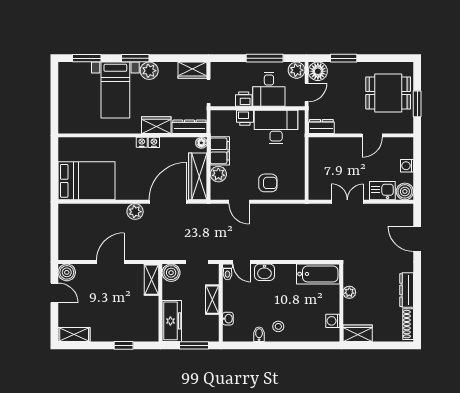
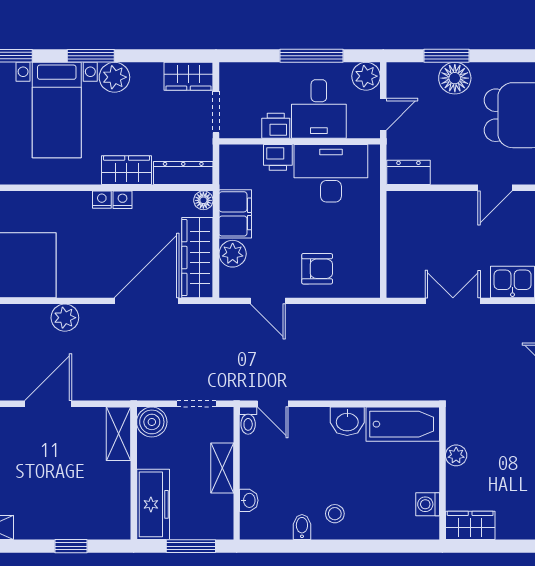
floor lamp: (318, 71) -> (455, 78), moved
plant: (135, 212) -> (65, 318), moved
washbasin: (264, 272) -> (347, 421), moved

